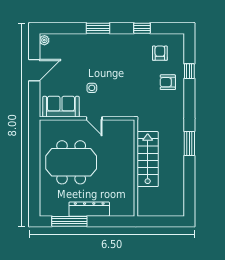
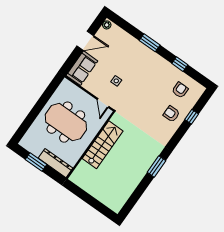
sofa: (61, 107) -> (82, 68), moved, turned 90
stairs: (148, 159) -> (103, 145), moved
wall: (136, 168) -> (90, 145), moved
window: (69, 221) -> (36, 162), width x0.69

